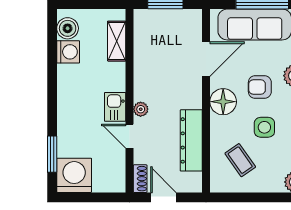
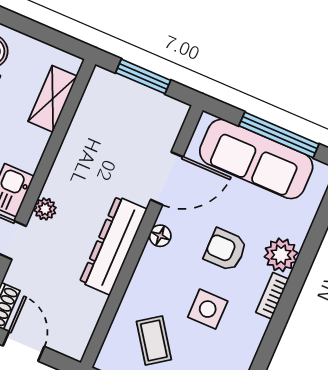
floor lamp: (223, 102) -> (160, 236), width x0.53, depth x0.53
dresser: (191, 140) -> (113, 246), moved

